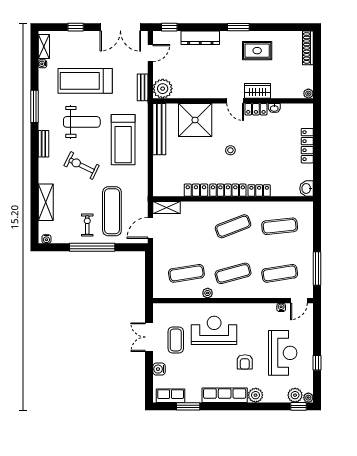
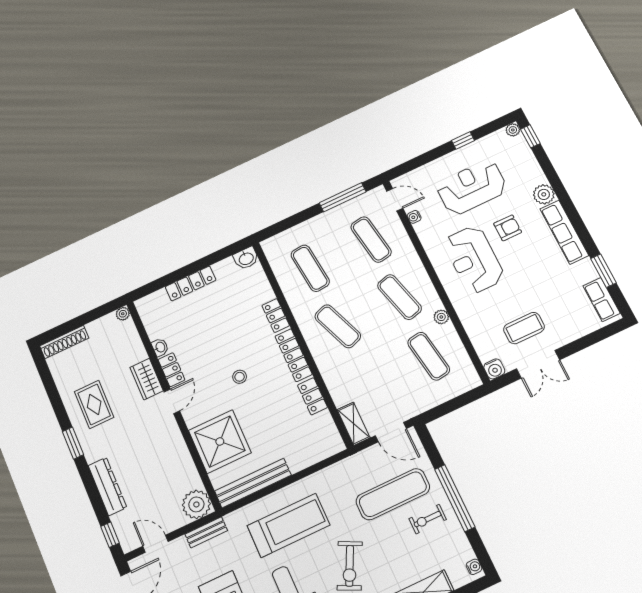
reception desk: (214, 330) -> (474, 259), moved
water cooler: (159, 369) -> (494, 369), moved
plant: (295, 395) -> (518, 147), removed

